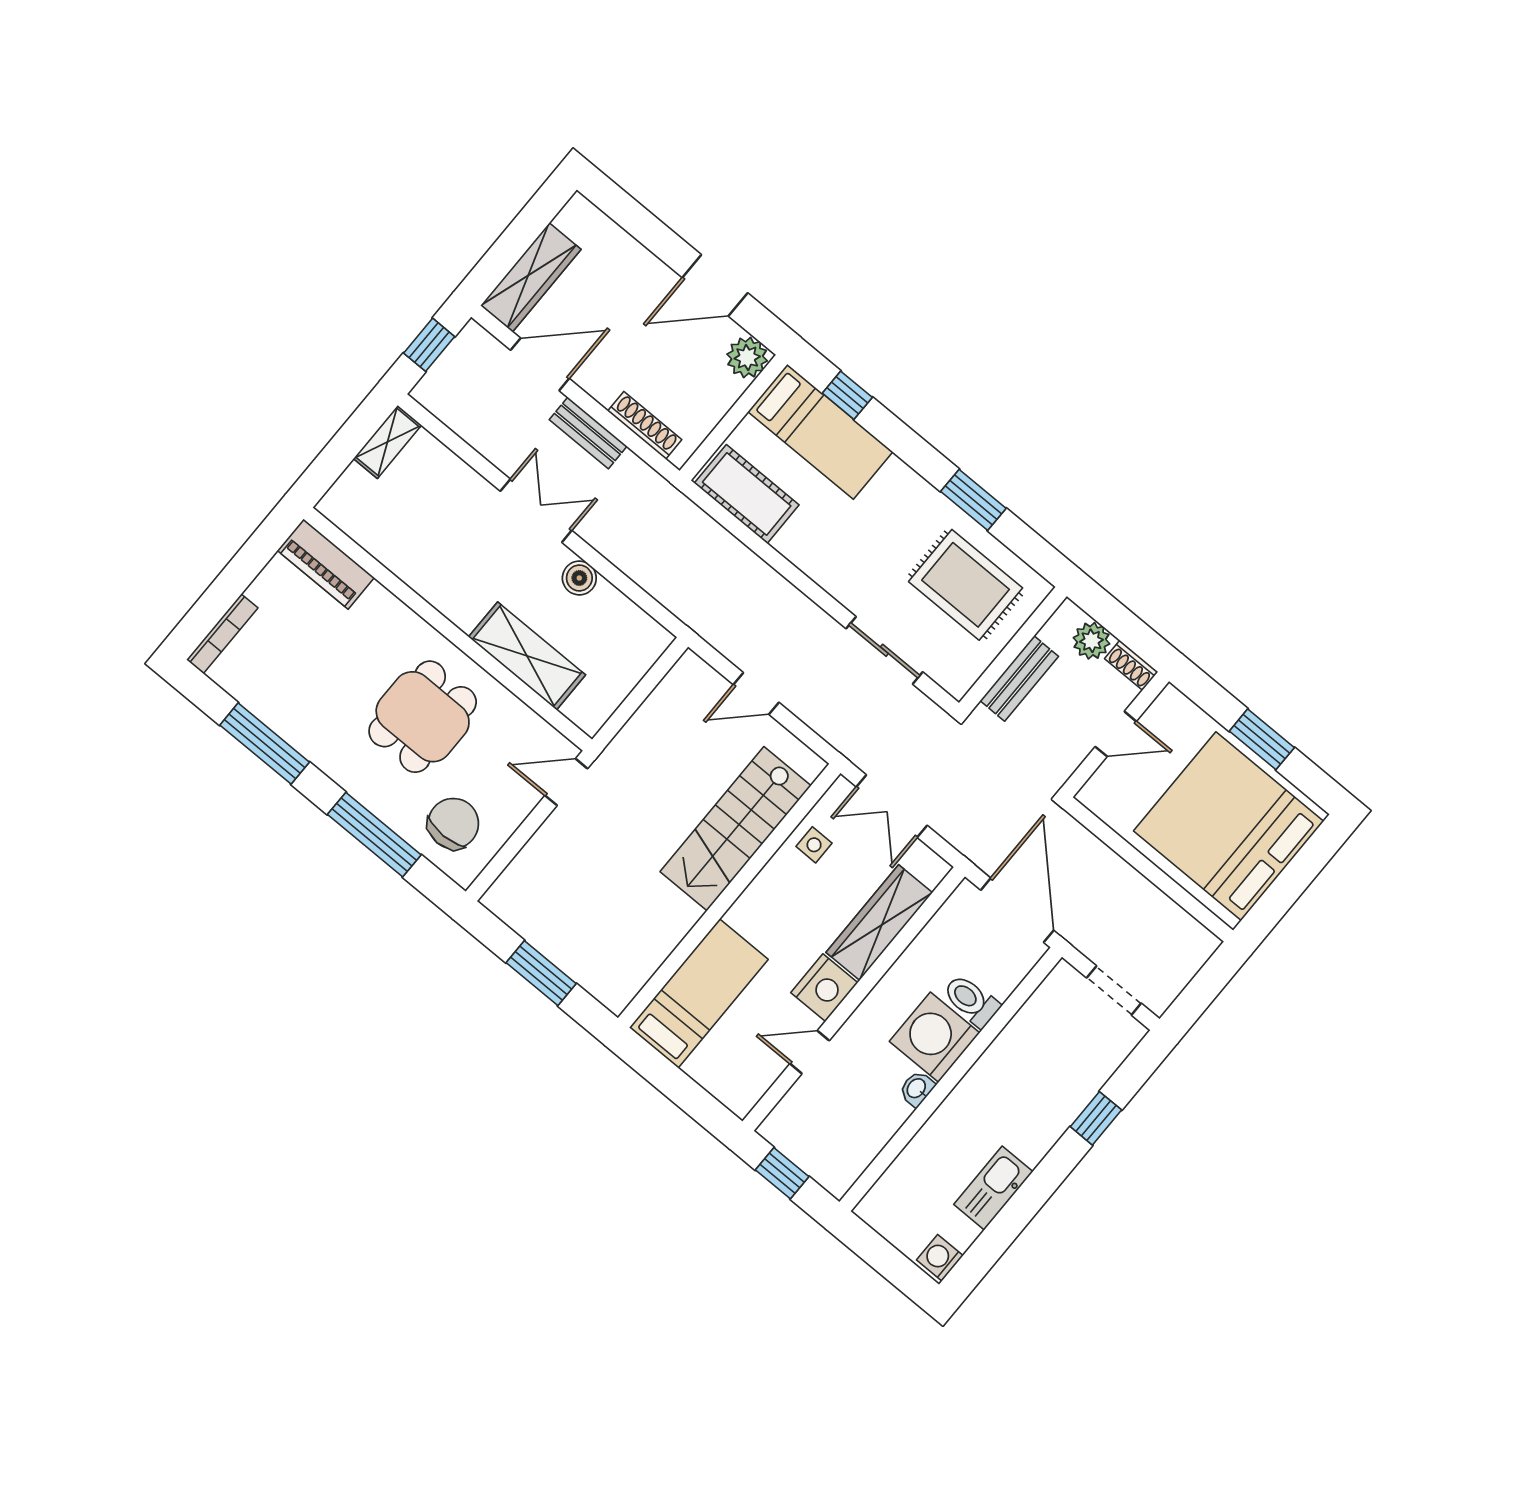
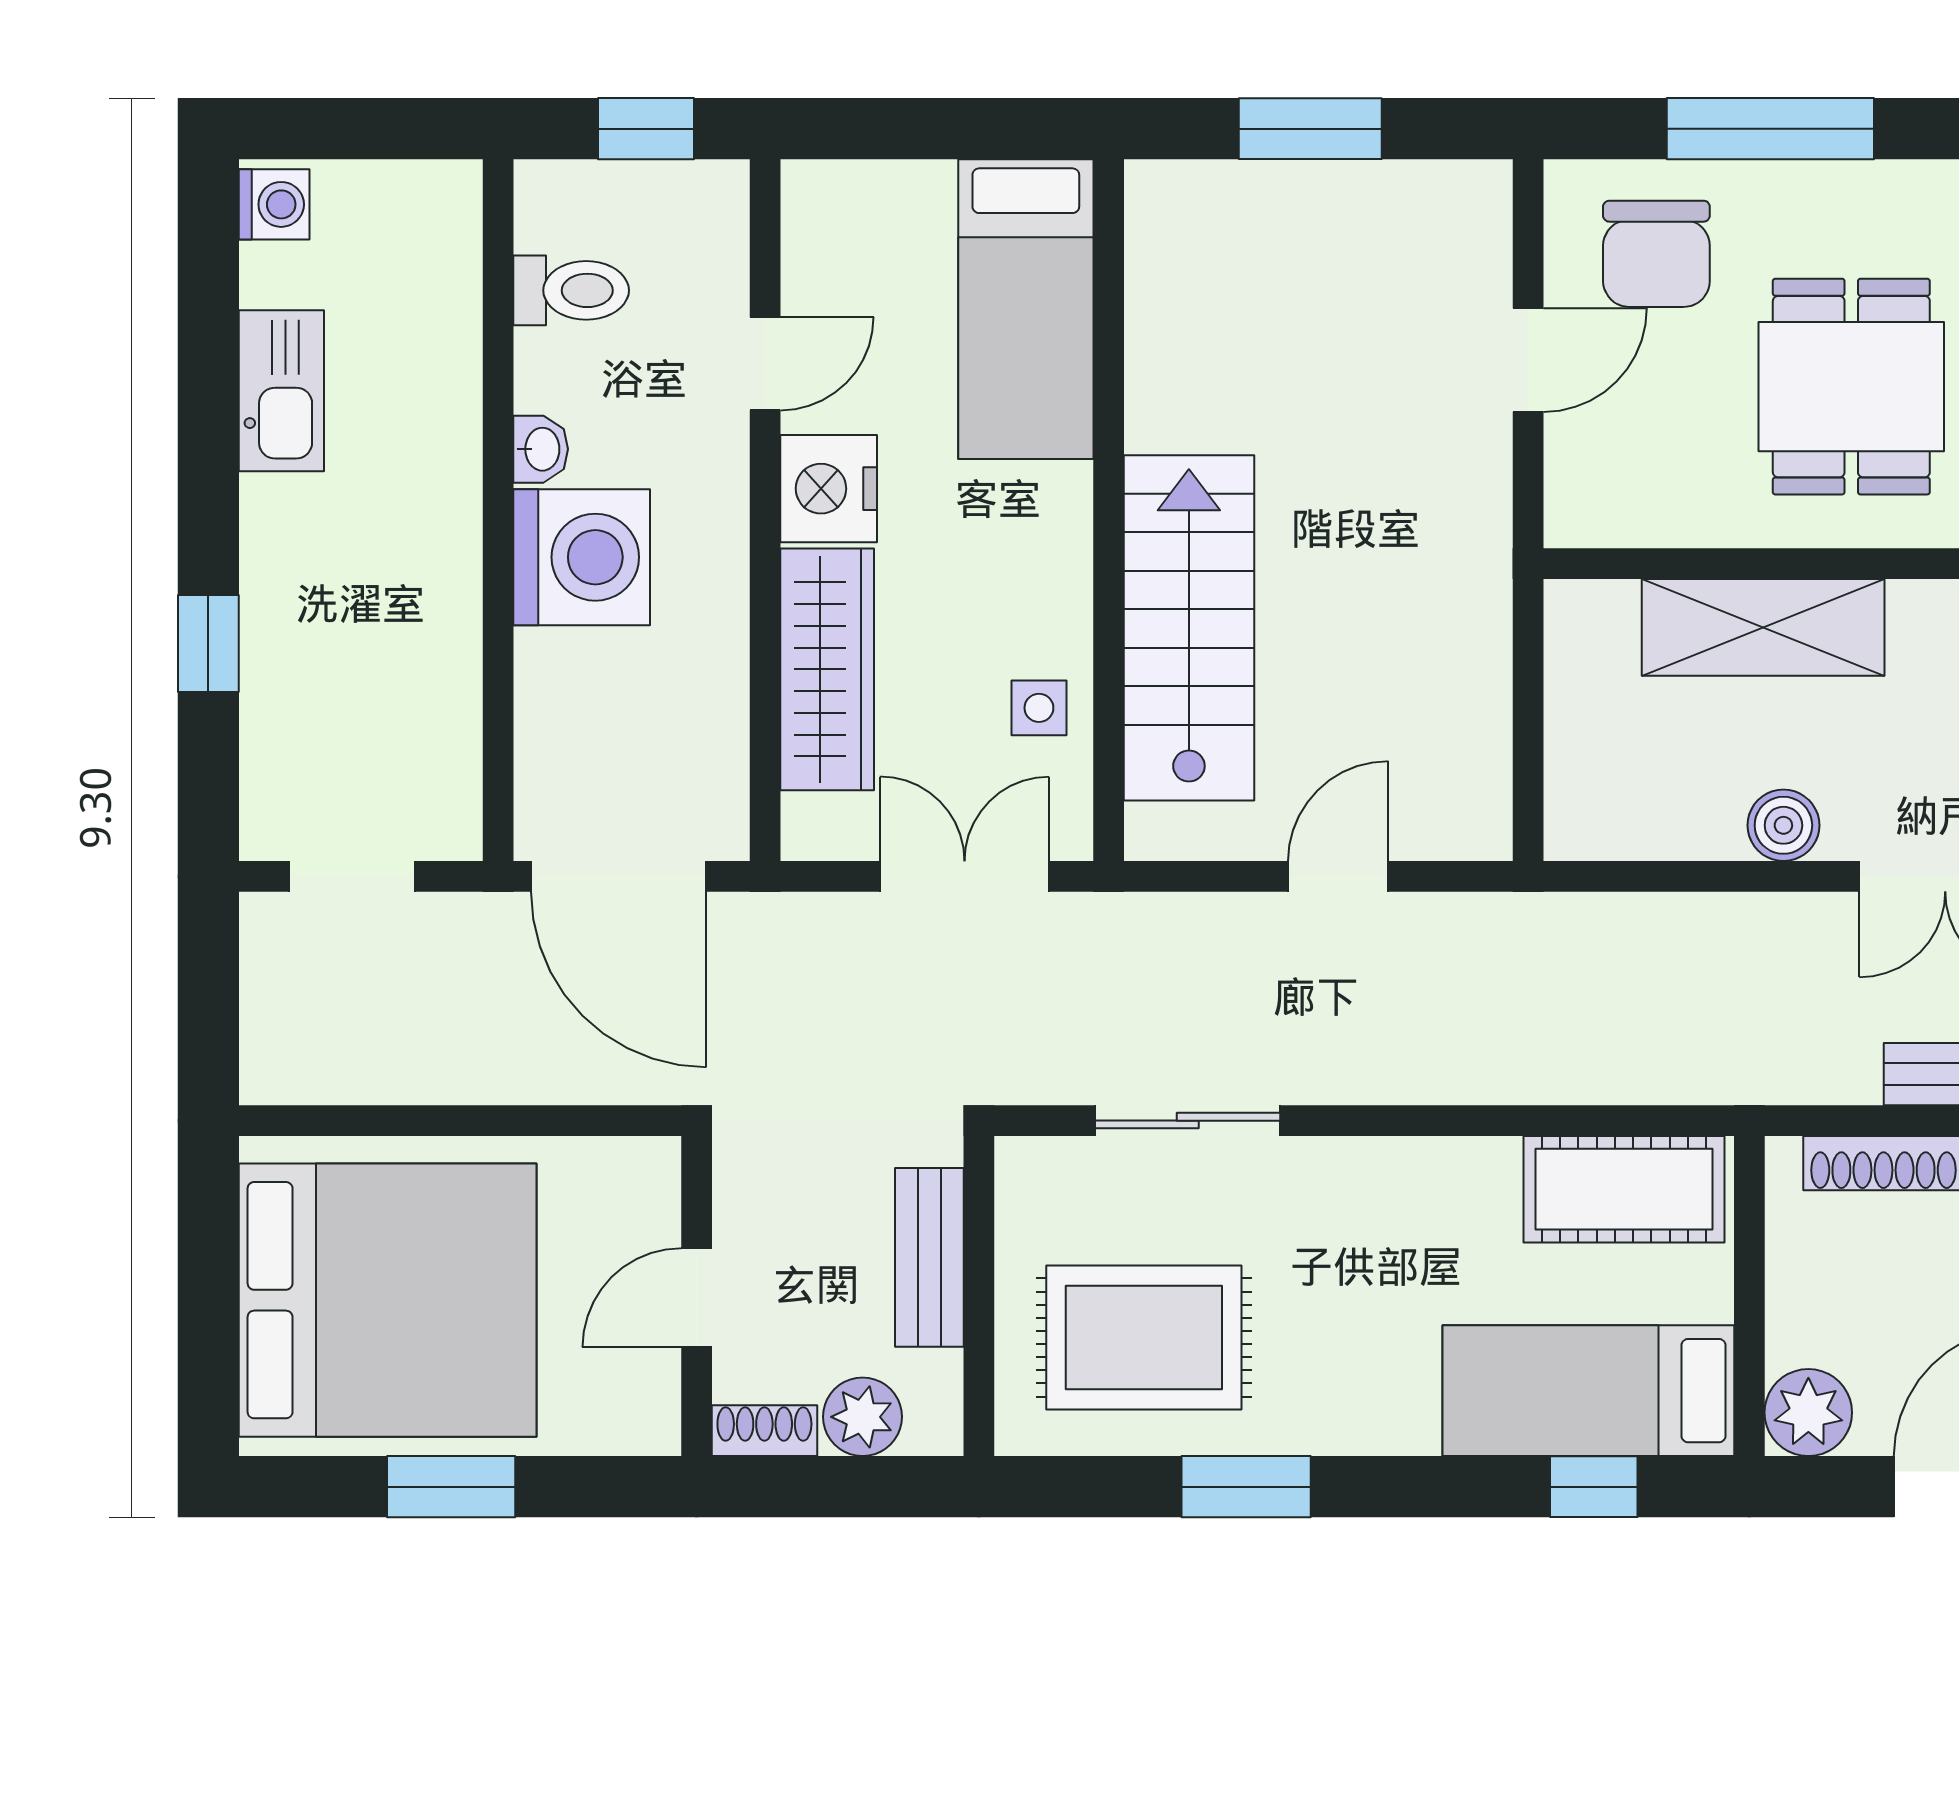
door: (566, 782) -> (1528, 360), moved
toilet: (971, 1001) -> (571, 290), moved

